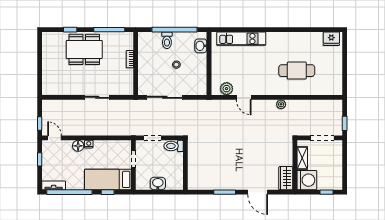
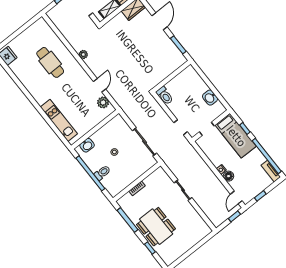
toilet: (174, 146) -> (165, 96), moved
wall: (185, 165) -> (172, 76), moved

